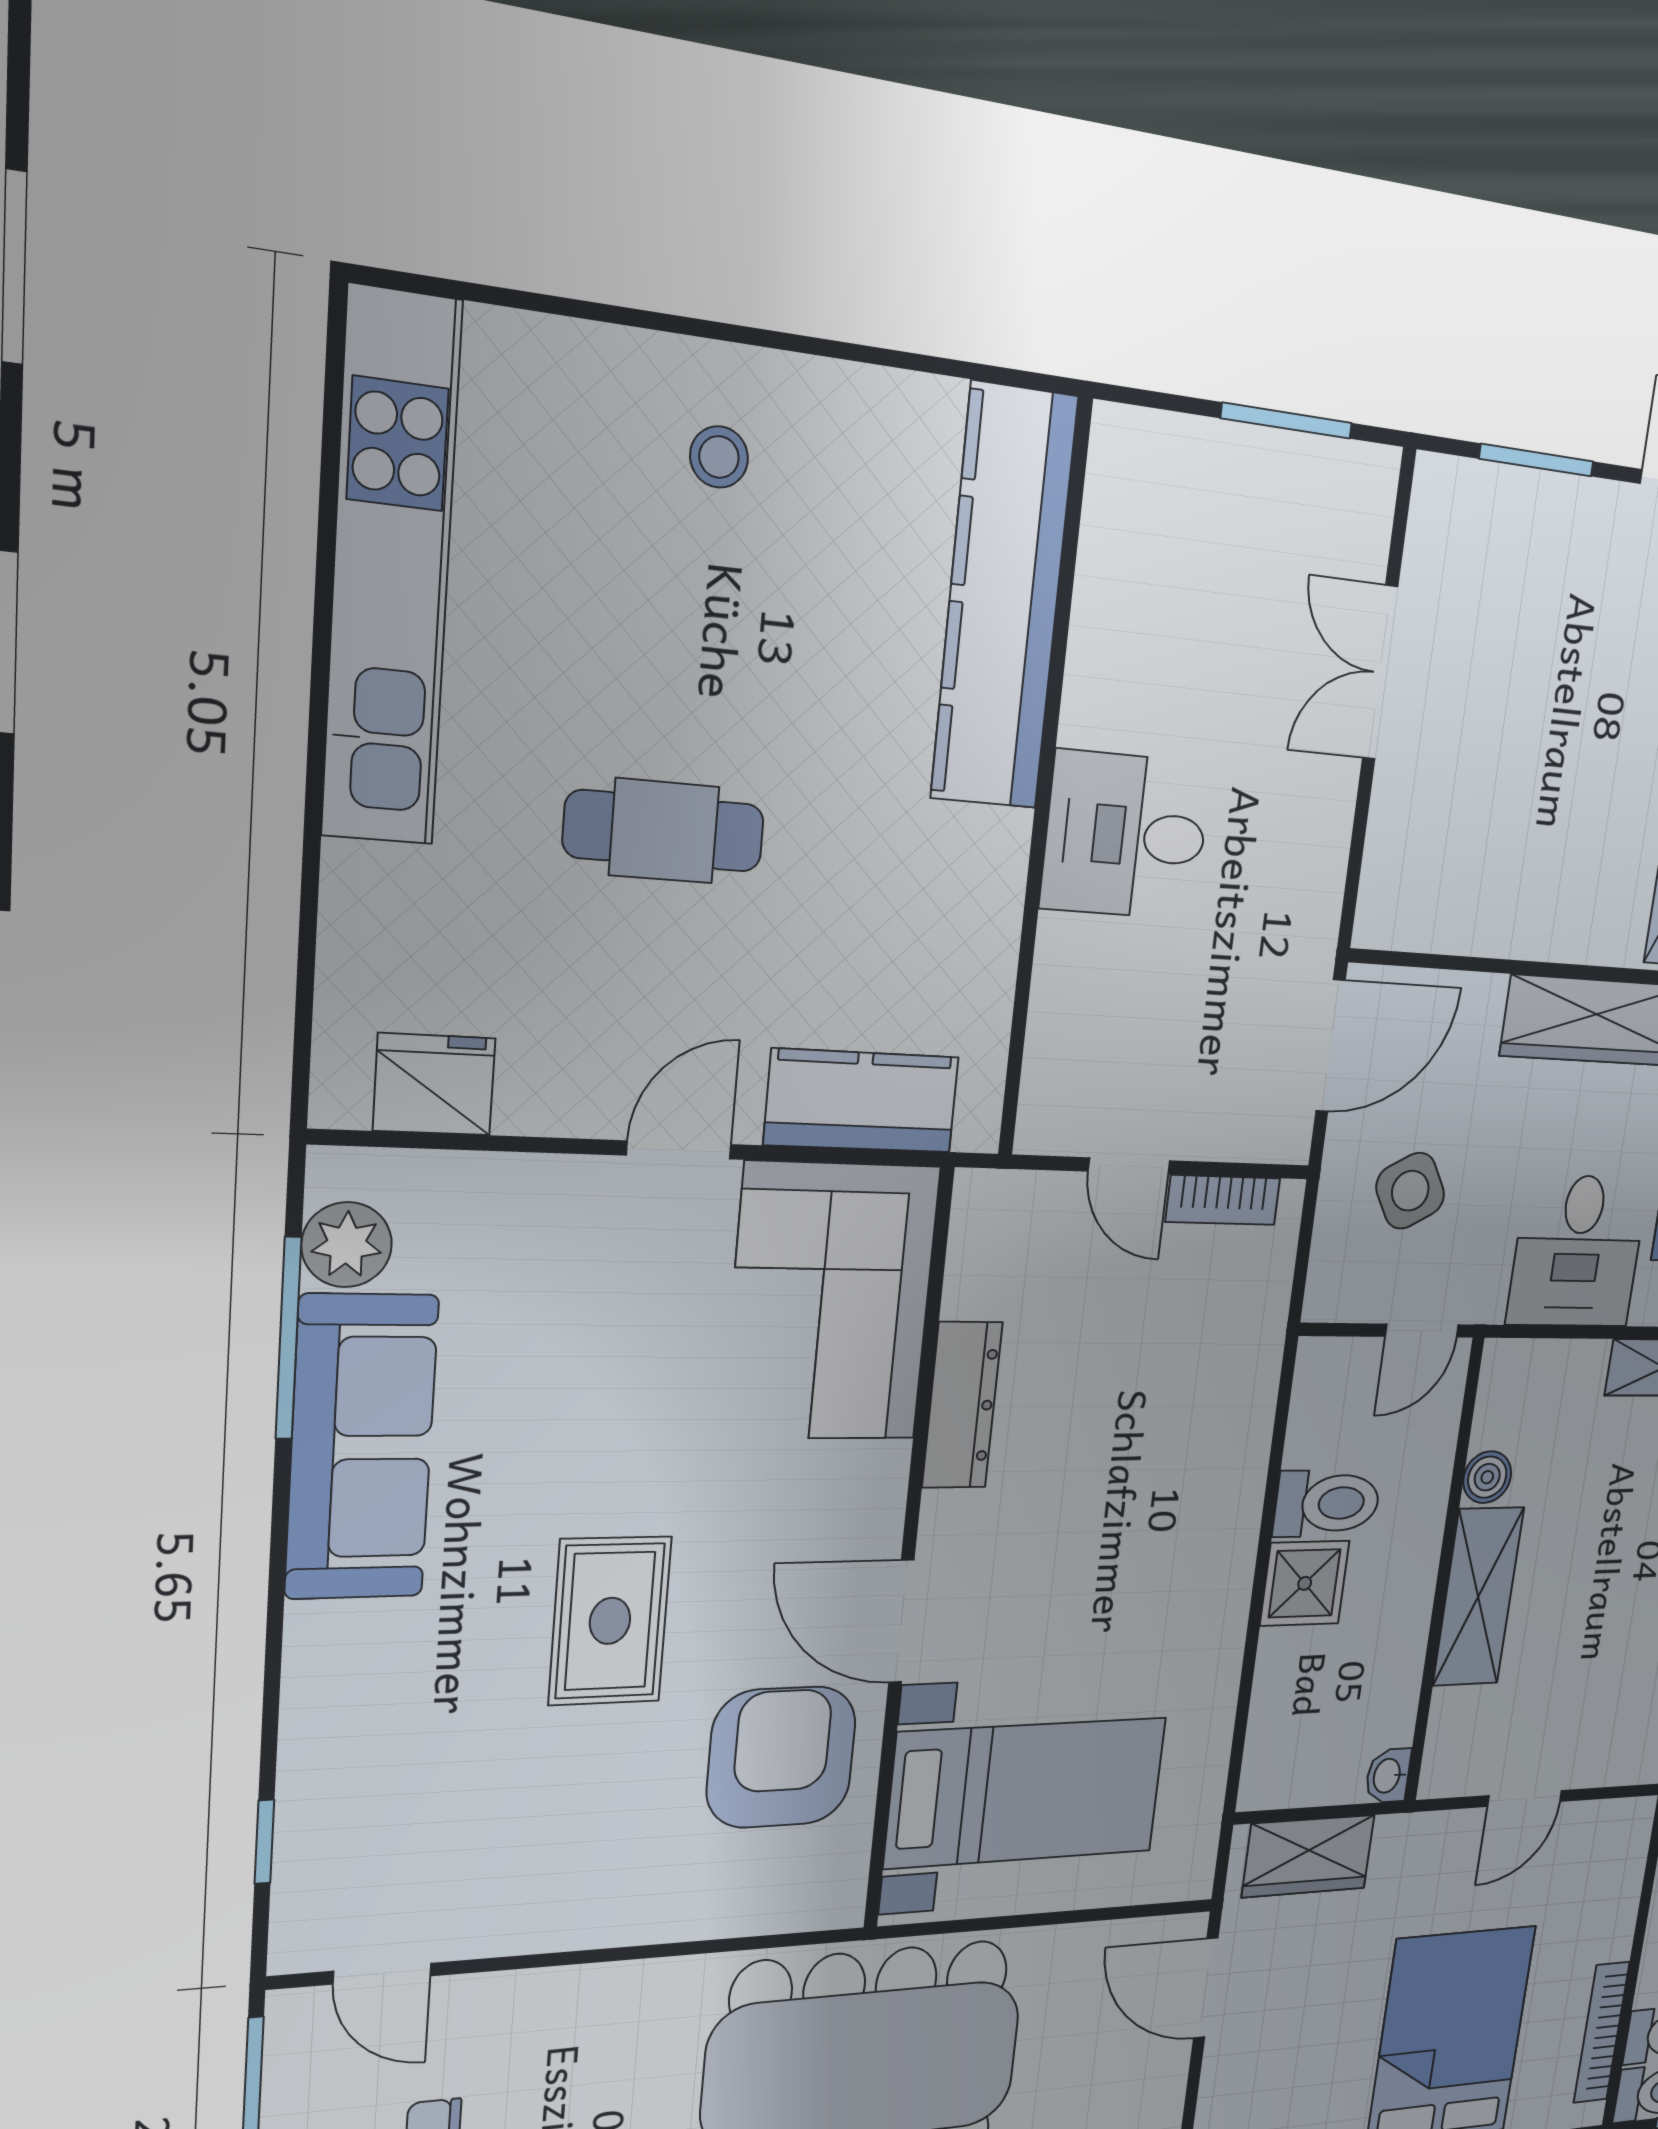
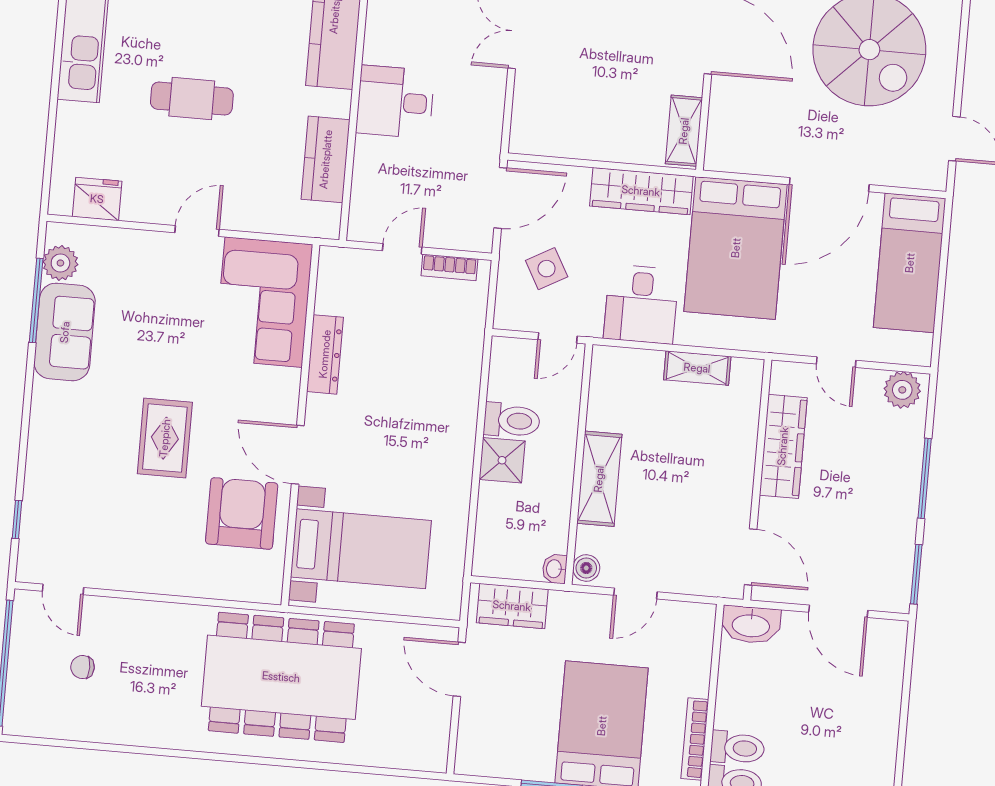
kitchen counter: (862, 1101) -> (326, 159), moved, turned -90
door: (1129, 1166) -> (402, 249), swing flipped
sofa: (361, 1448) -> (65, 332), width x0.73
boiler: (1487, 1477) -> (586, 568), moved

